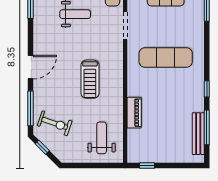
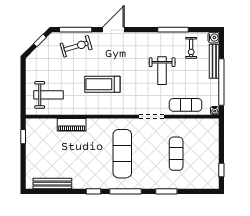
door: (30, 67) -> (113, 30), swing flipped
exercise bike: (55, 123) -> (76, 46), moved, turned -125
window: (207, 127) -> (126, 191), moved

